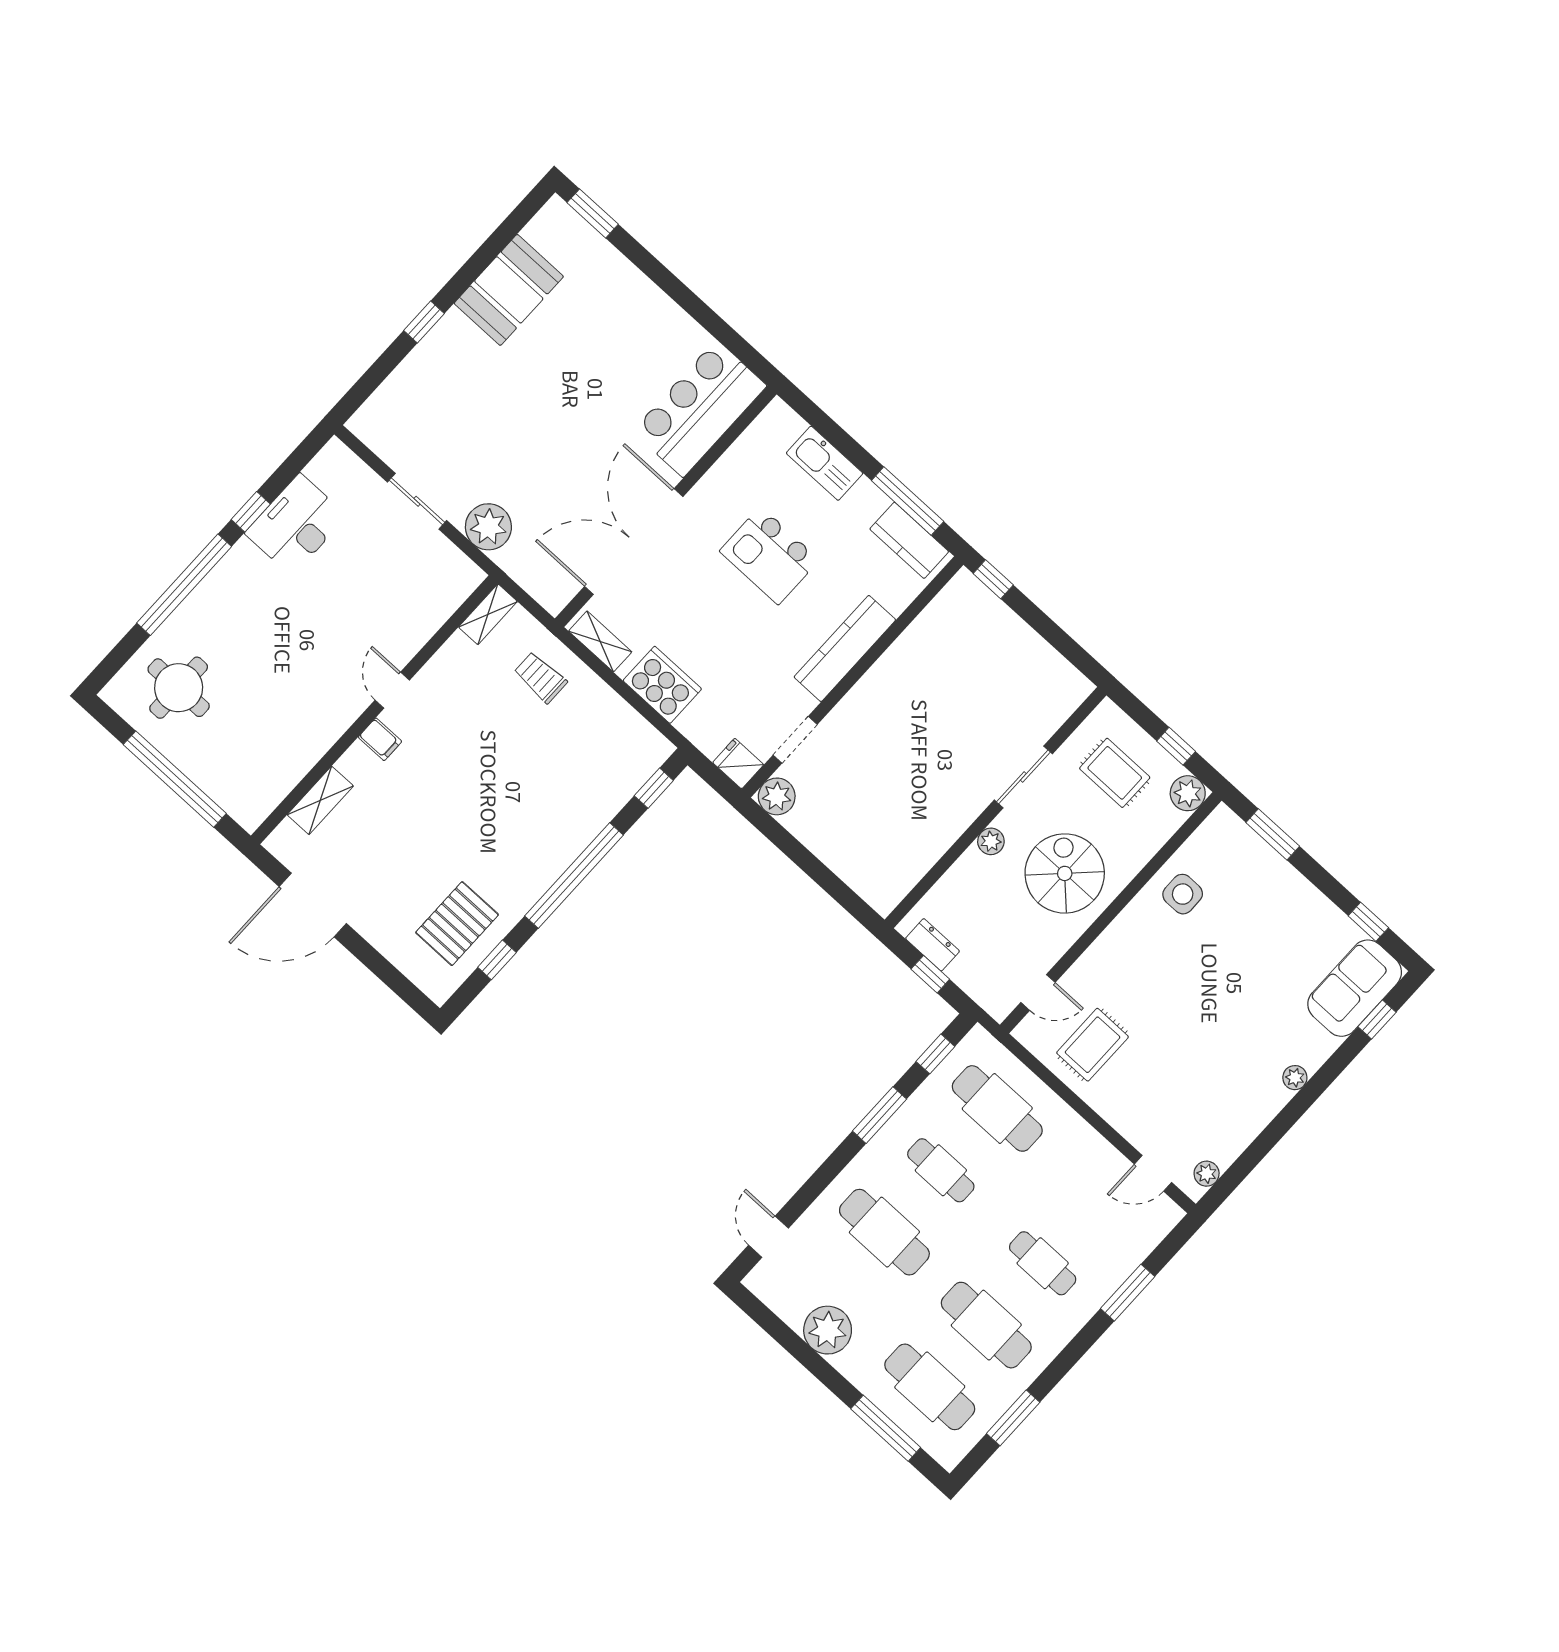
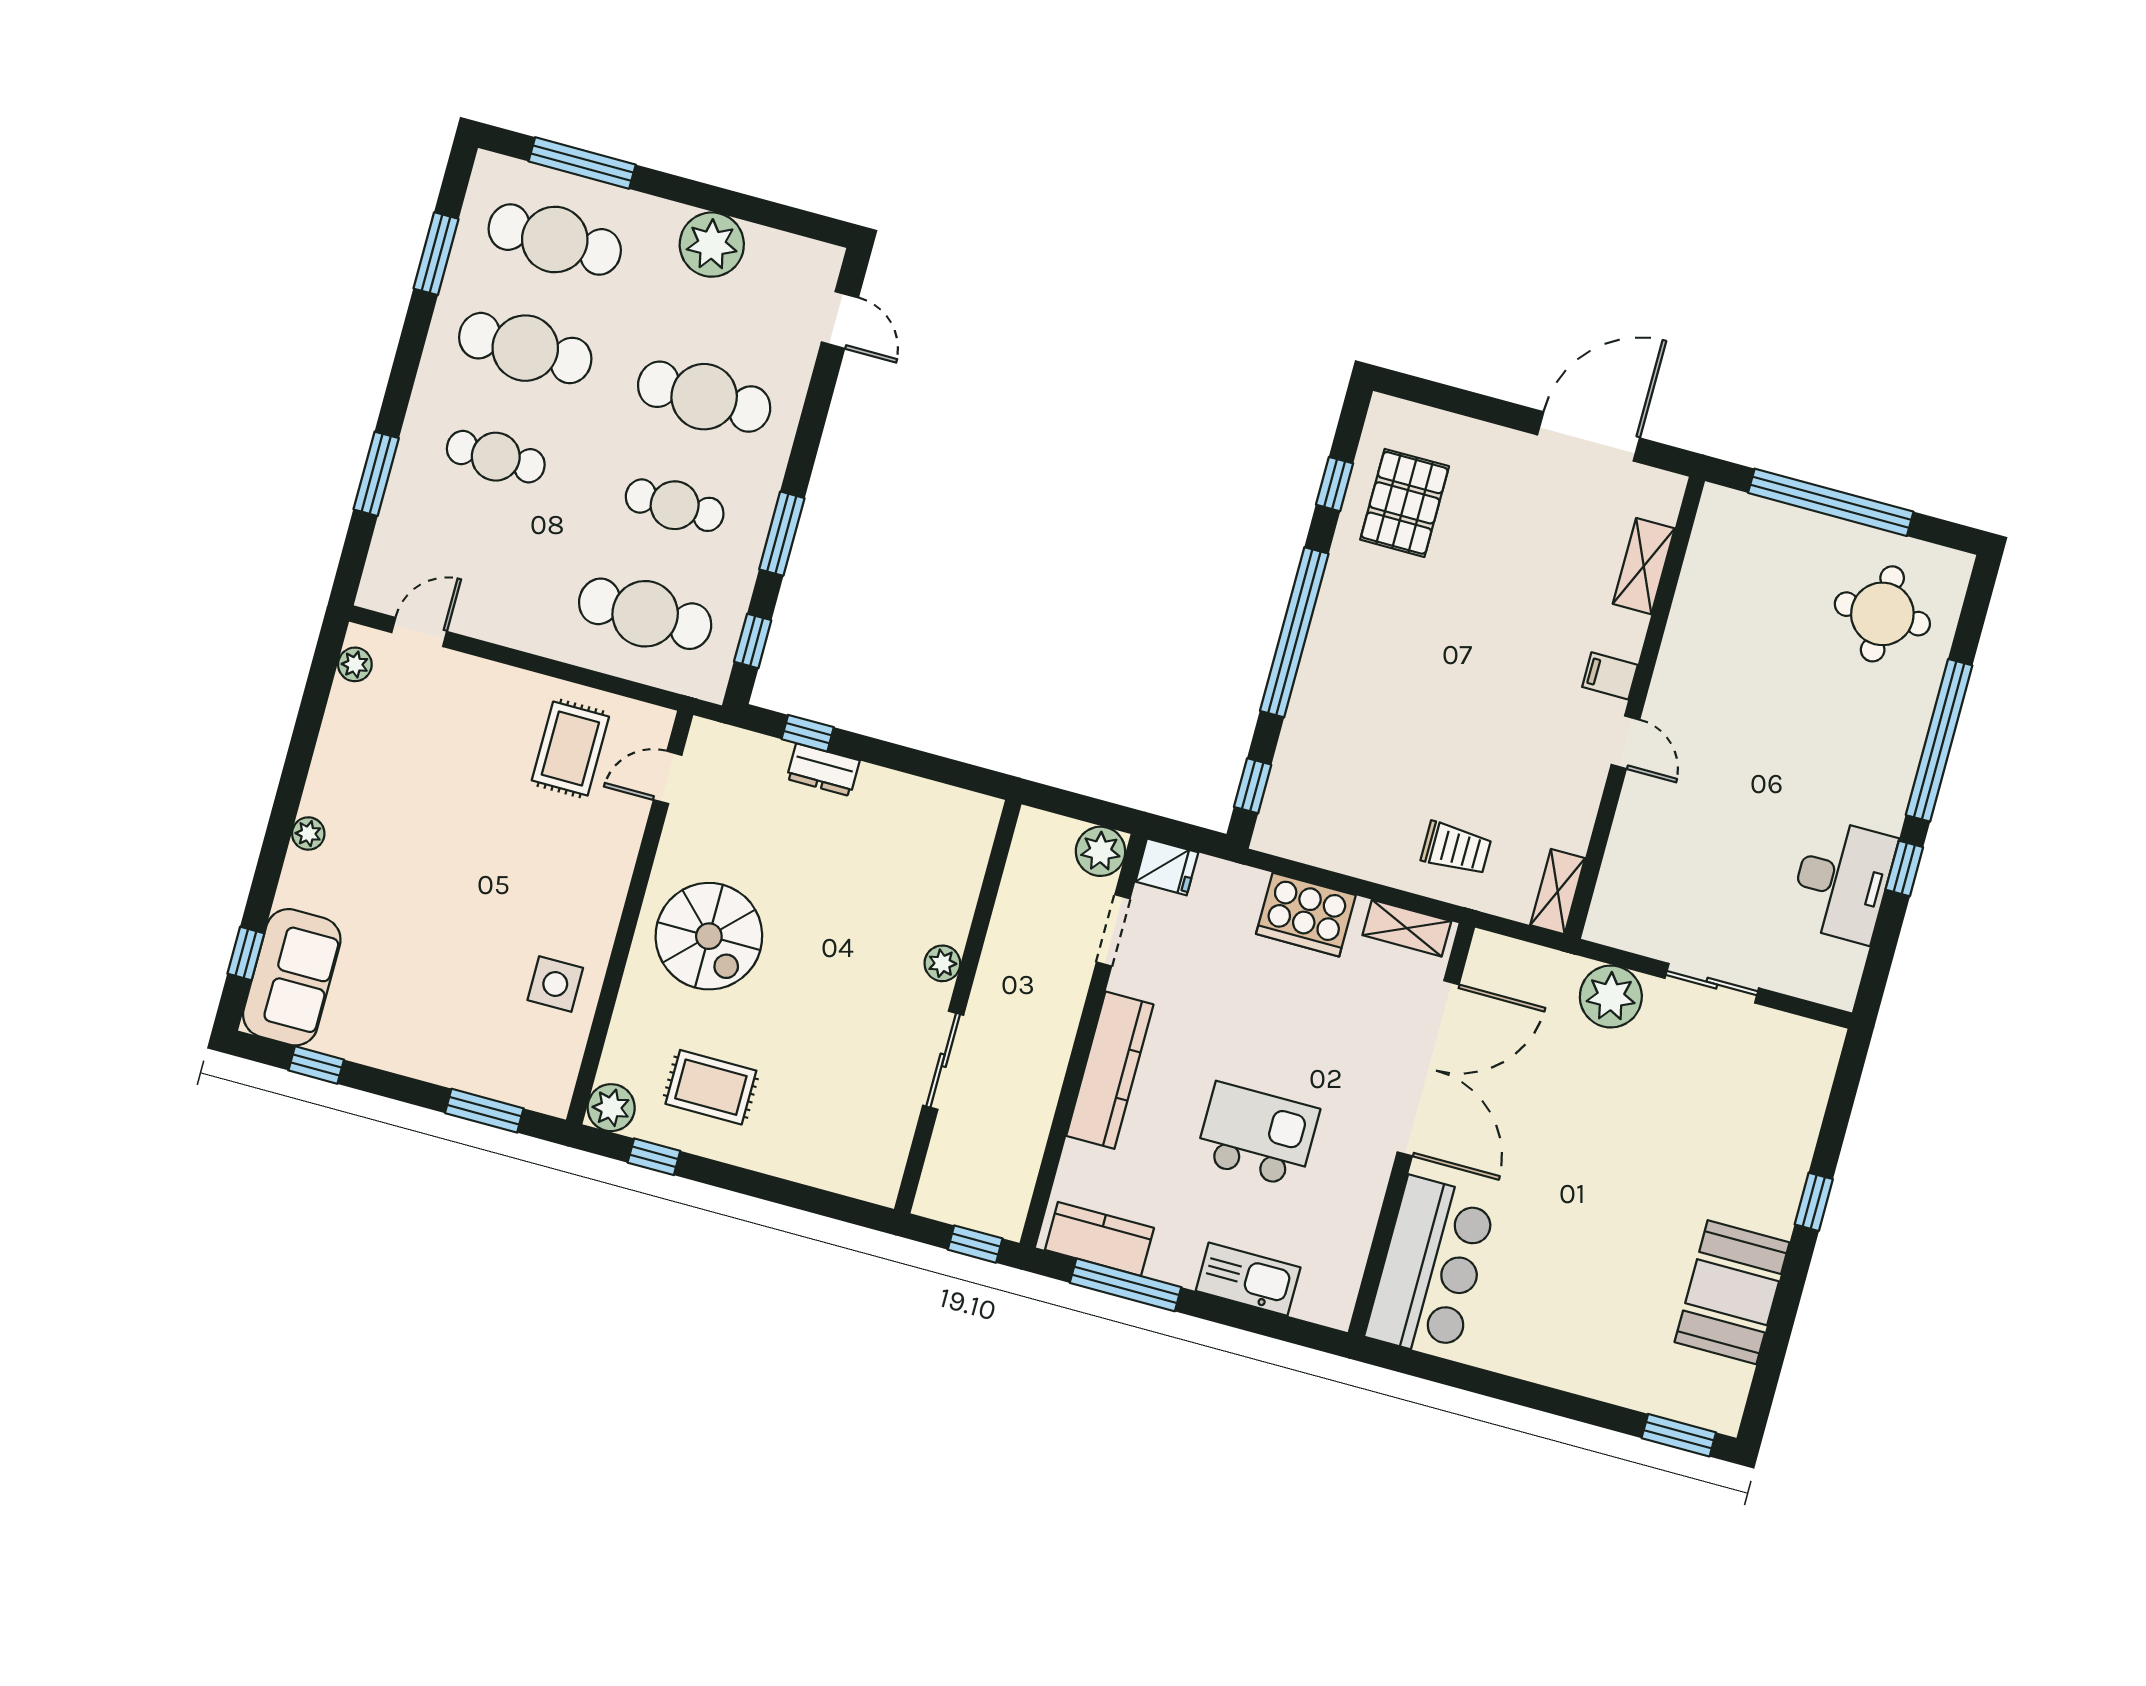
sliding door: (1023, 777) -> (943, 1060), moved
wall: (995, 807) -> (958, 1007), moved
plant: (991, 841) -> (942, 963), moved

